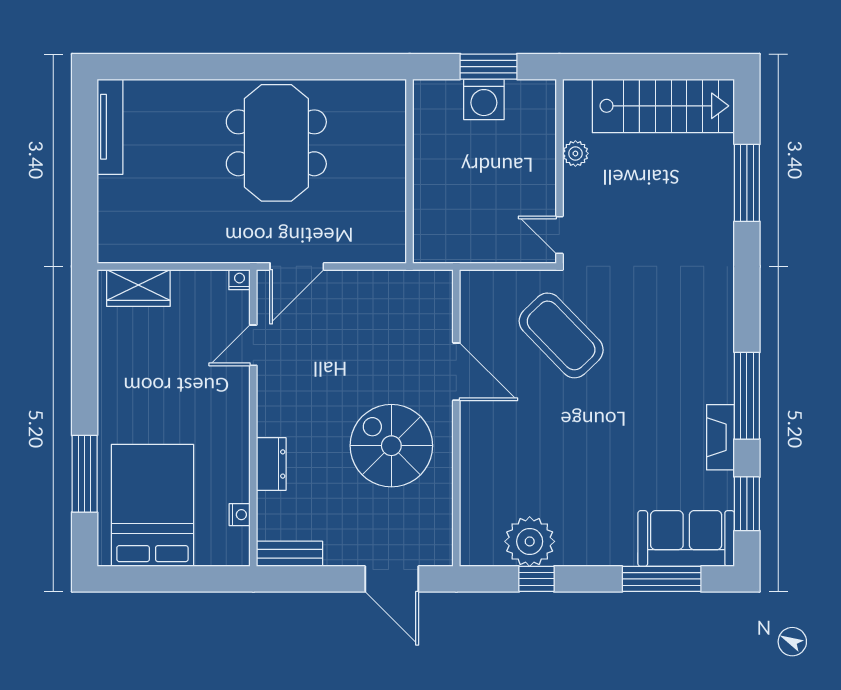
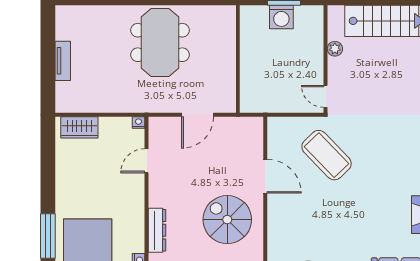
tv unit: (110, 127) -> (63, 61), moved, width x0.71
door: (297, 266) -> (198, 115), moved
dresser: (271, 464) -> (157, 230), width x1.44

